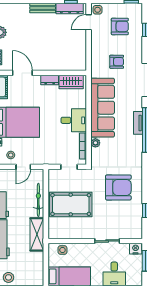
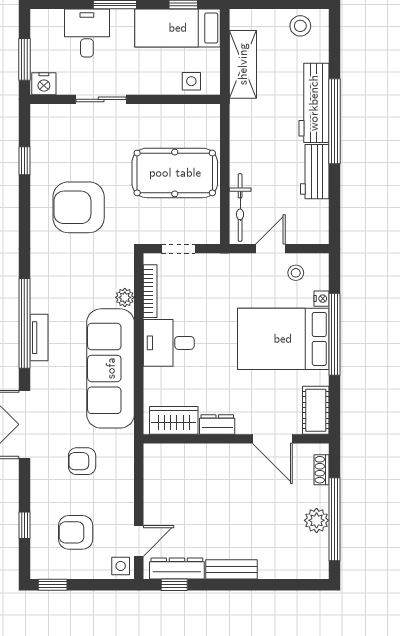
bicycle: (38, 200) -> (240, 208), moved
shelving: (37, 234) -> (243, 64), moved

